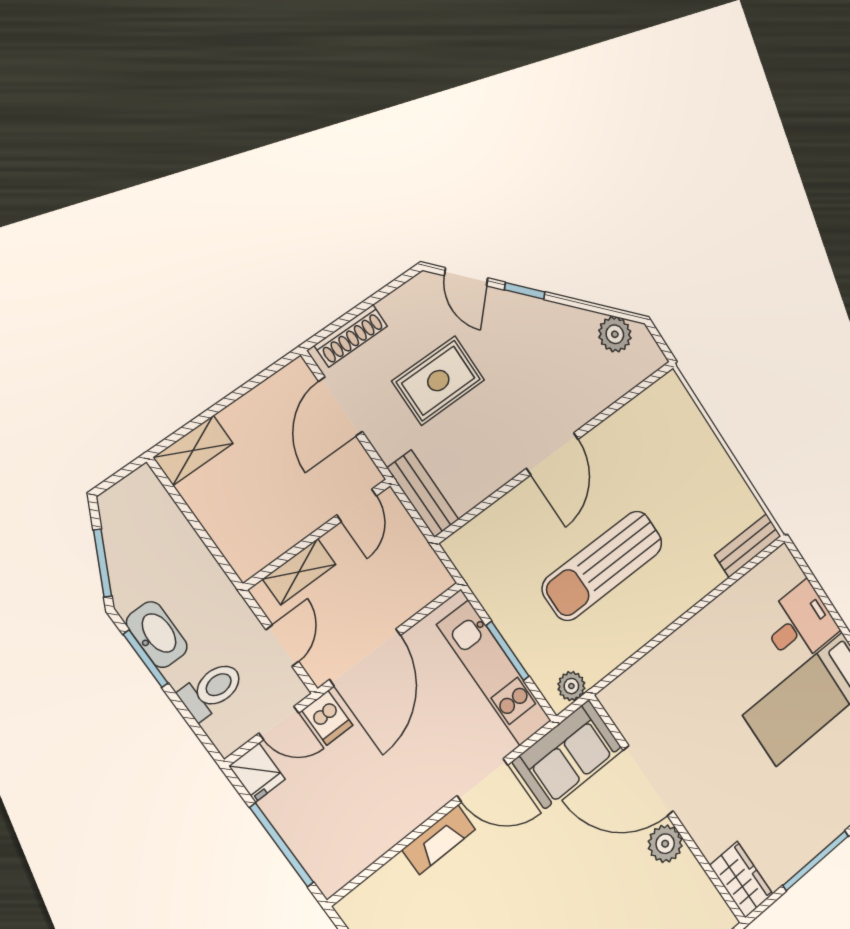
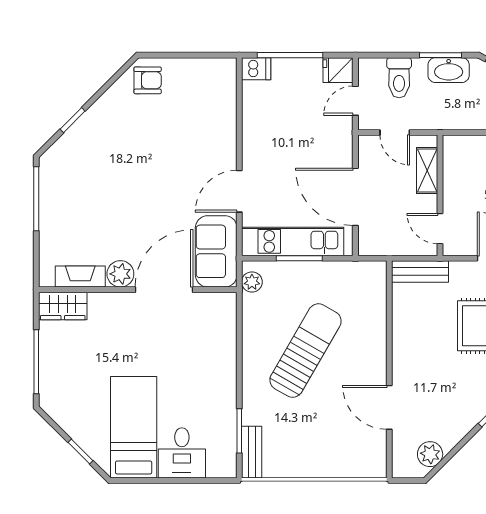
door: (552, 454) -> (389, 407), moved
sun lounger: (602, 566) -> (306, 351), turned 30
window: (736, 577) -> (239, 431), added
door: (365, 657) -> (355, 197), moved
dishwasher: (327, 718) -> (256, 69), moved, turned 180
fireplace: (439, 840) -> (80, 277), moved, turned 90

